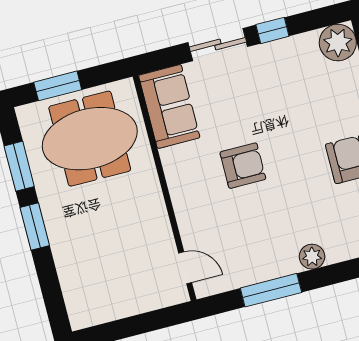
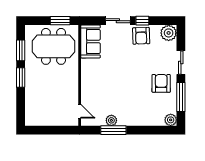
window: (58, 86) -> (60, 21), moved
armchair: (243, 166) -> (141, 36), moved, turned 88
plant: (312, 257) -> (111, 120), moved

